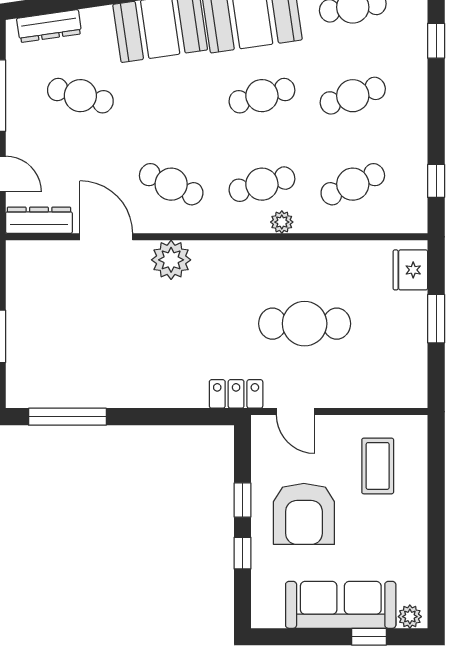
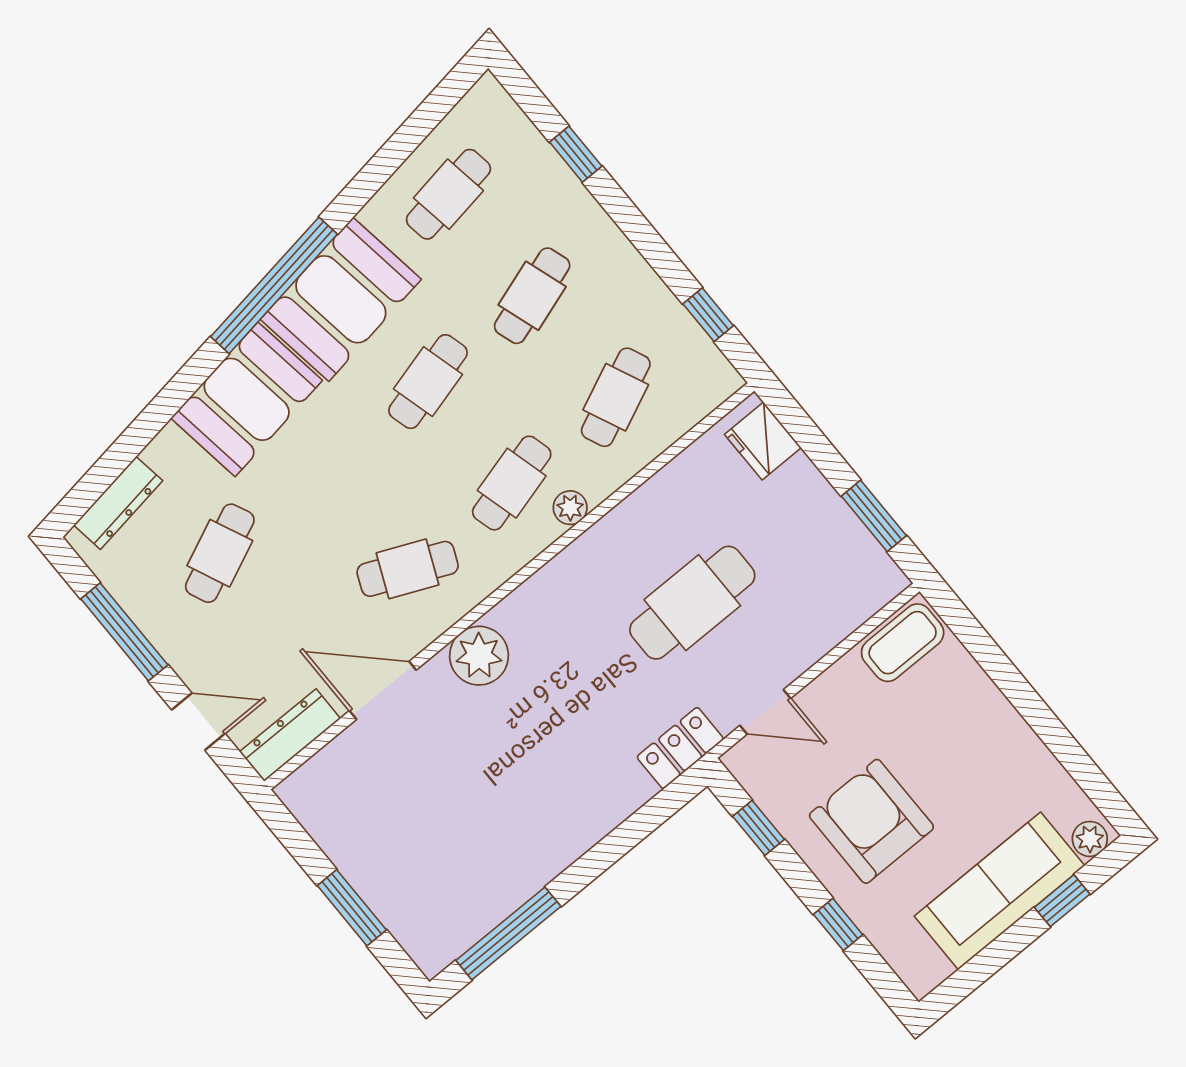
cafe table: (80, 96) -> (220, 553), turned -39
window: (436, 319) -> (874, 516), moved
coffee table: (378, 466) -> (903, 643), moved, turned 90
window: (243, 500) -> (759, 828), moved
armchair: (304, 514) -> (871, 821), turned 180

